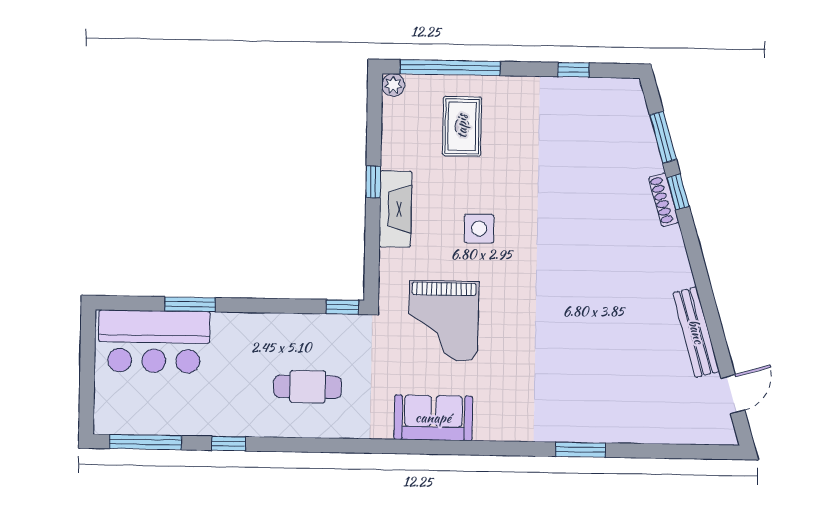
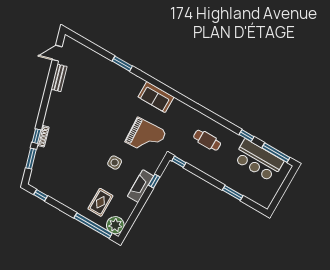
window: (573, 70) -> (41, 195), moved
plant: (393, 85) -> (115, 225), width x1.88, depth x1.88
window: (373, 182) -> (154, 181), moved
grand piano: (444, 321) -> (146, 137), turned 87
bench: (696, 332) -> (59, 78), width x0.73
bar counter: (154, 342) -> (258, 160), moved, turned 180
sofa: (433, 418) -> (156, 97), moved

